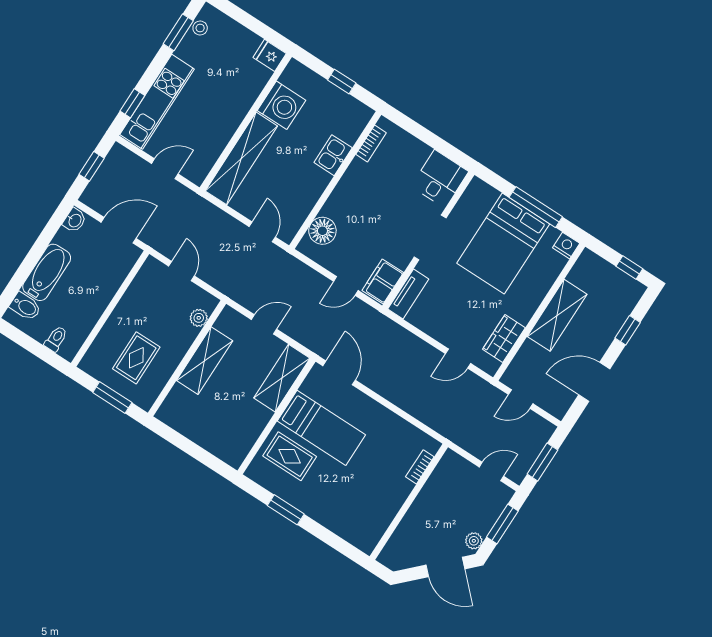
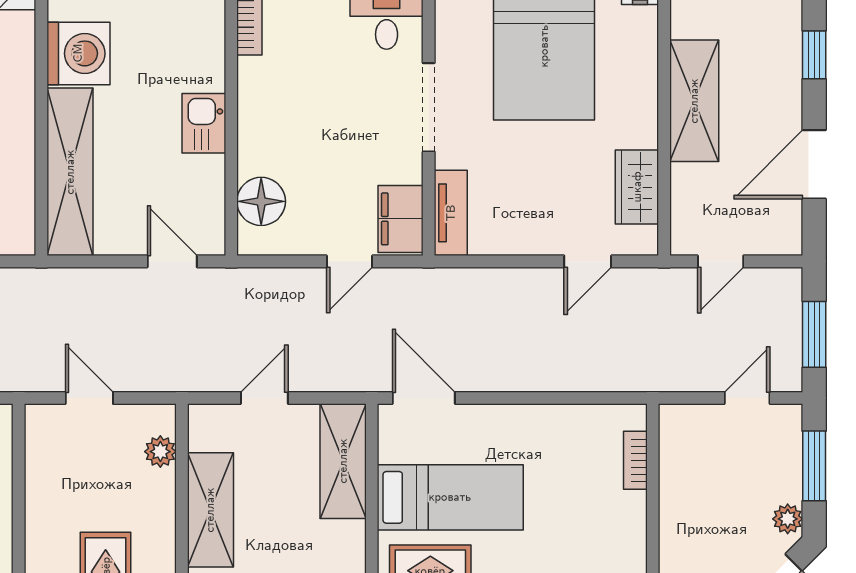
kitchen sink: (333, 155) -> (204, 123), moved

